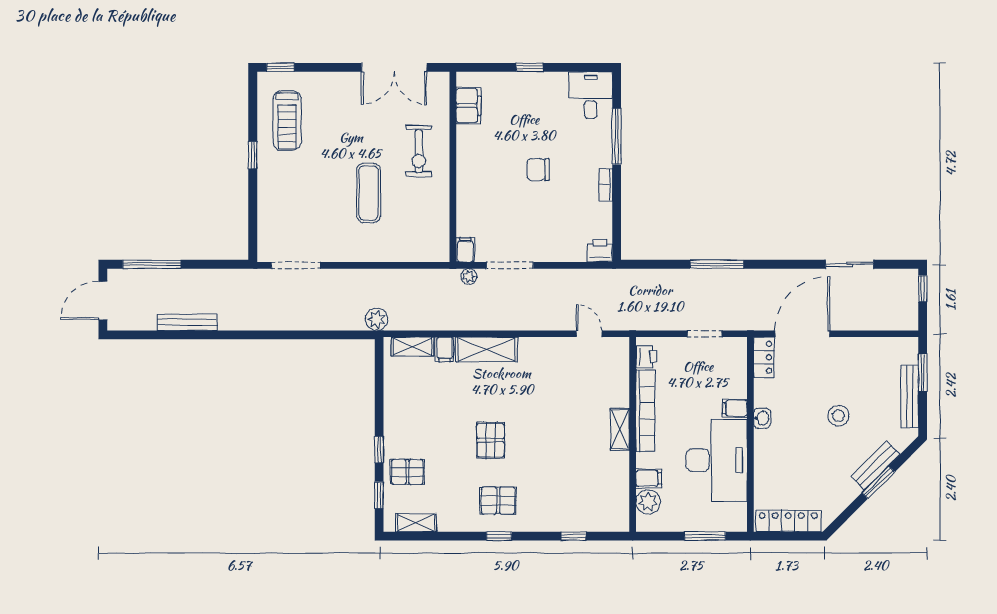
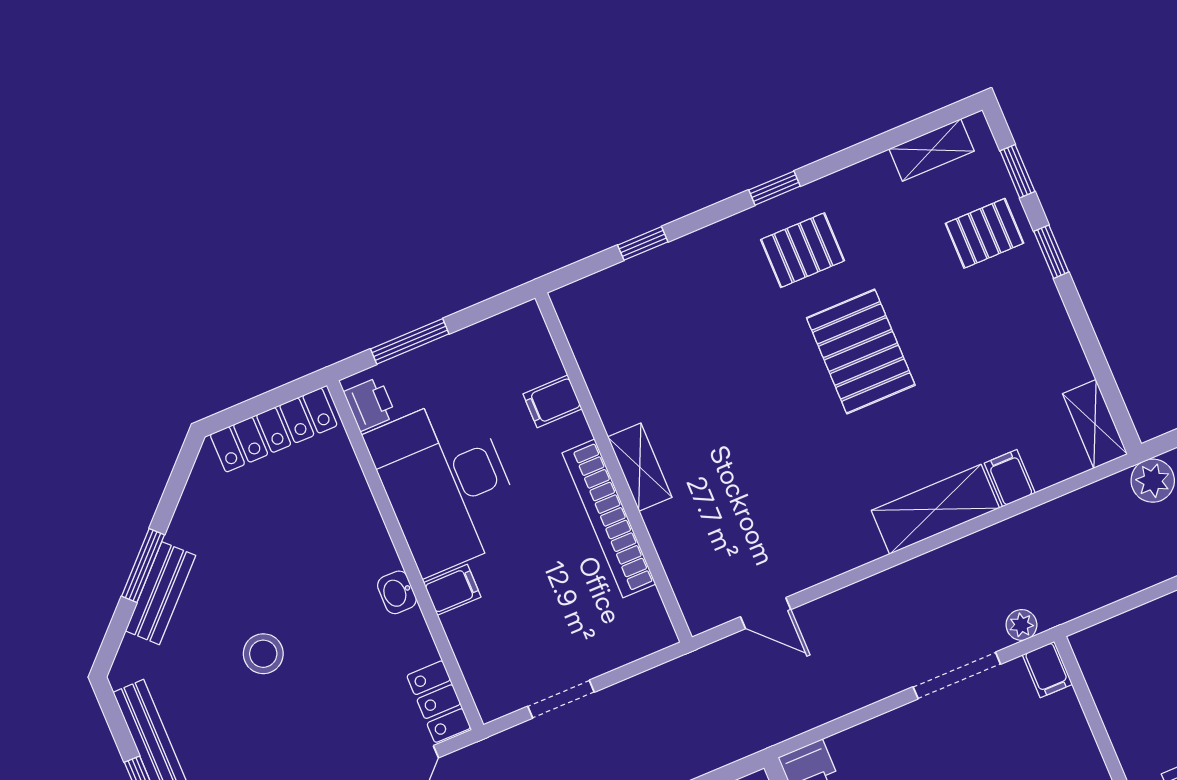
shelving: (412, 347) -> (1095, 424), moved, turned 90
printer: (646, 357) -> (370, 404), moved, turned 180
pallet: (491, 440) -> (861, 351), width x1.50, depth x1.42
plant: (648, 502) -> (536, 360), removed

